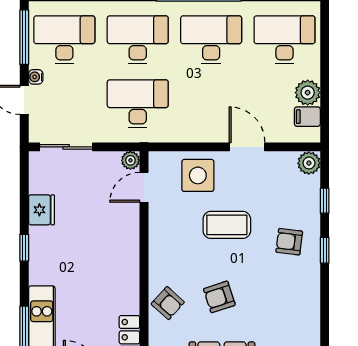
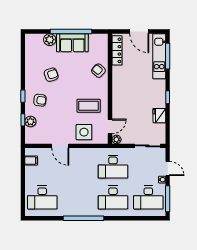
desk: (211, 40) -> (78, 197), removed
plant: (308, 93) -> (31, 172), removed
plant: (309, 163) -> (30, 122), moved
coffee table: (227, 225) -> (89, 106), moved
armchair: (219, 297) -> (51, 75), moved

